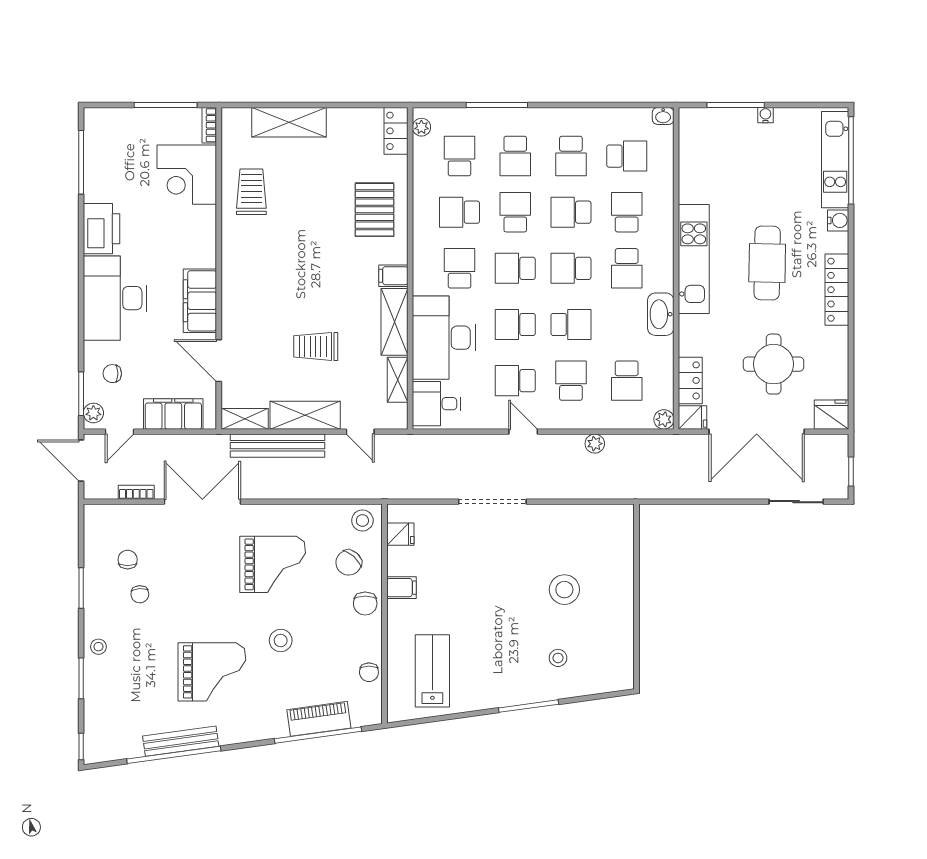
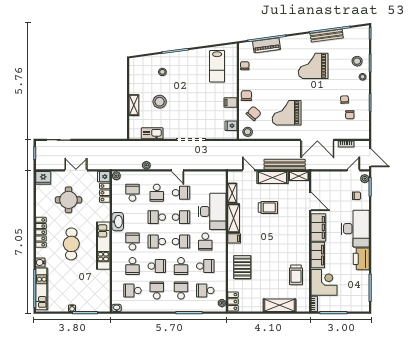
school desk: (460, 156) -> (205, 290), turned 90
school desk: (571, 268) -> (157, 242), turned 180
desk: (436, 404) -> (215, 183), removed
filing cabinet: (173, 414) -> (318, 255), moved, turned -90
double door: (757, 432) -> (76, 170), width x0.54
kitchen sink: (581, 517) -> (152, 133), added
shelving: (623, 582) -> (134, 105), added
stool: (281, 640) -> (357, 61), moved

